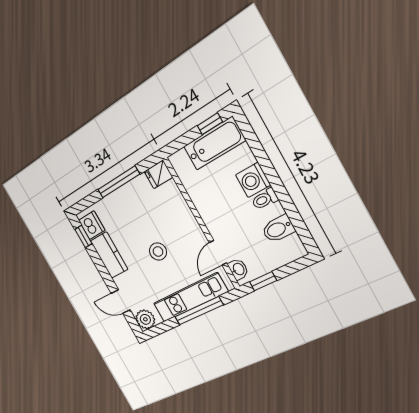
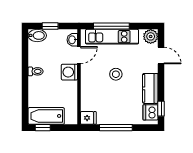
washing machine: (253, 180) -> (69, 72), moved, turned 180
bidet: (278, 229) -> (37, 35), moved
window: (263, 281) -> (50, 26), moved

